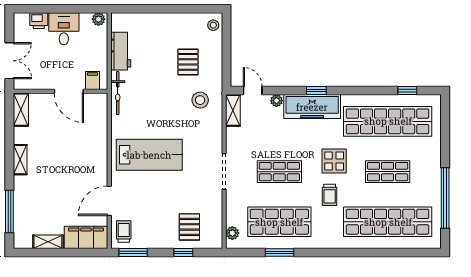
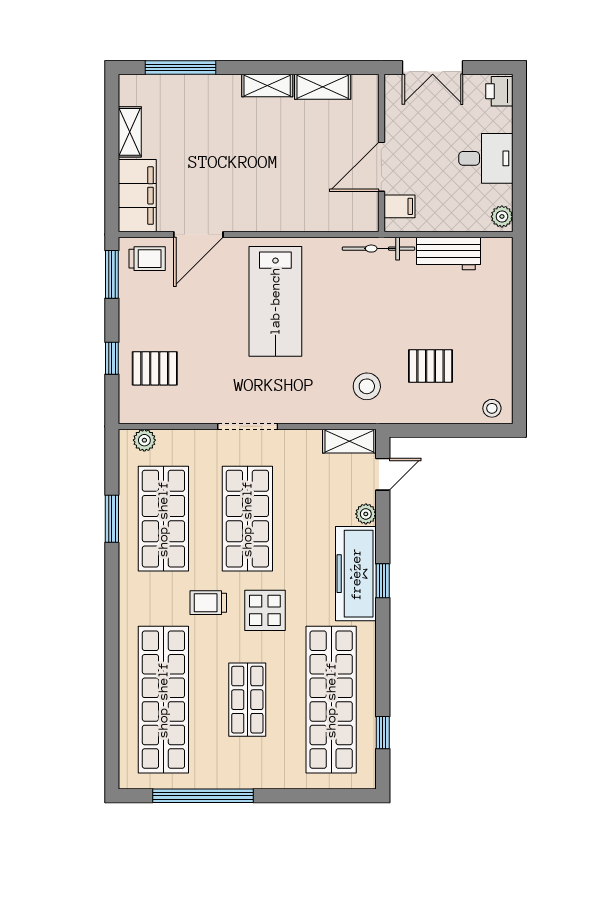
printer: (39, 21) -> (499, 91), moved
shelving: (21, 110) -> (323, 87), moved
shop shelf: (279, 172) -> (247, 519), width x1.43, depth x1.36
door: (109, 201) -> (198, 235), swing flipped

